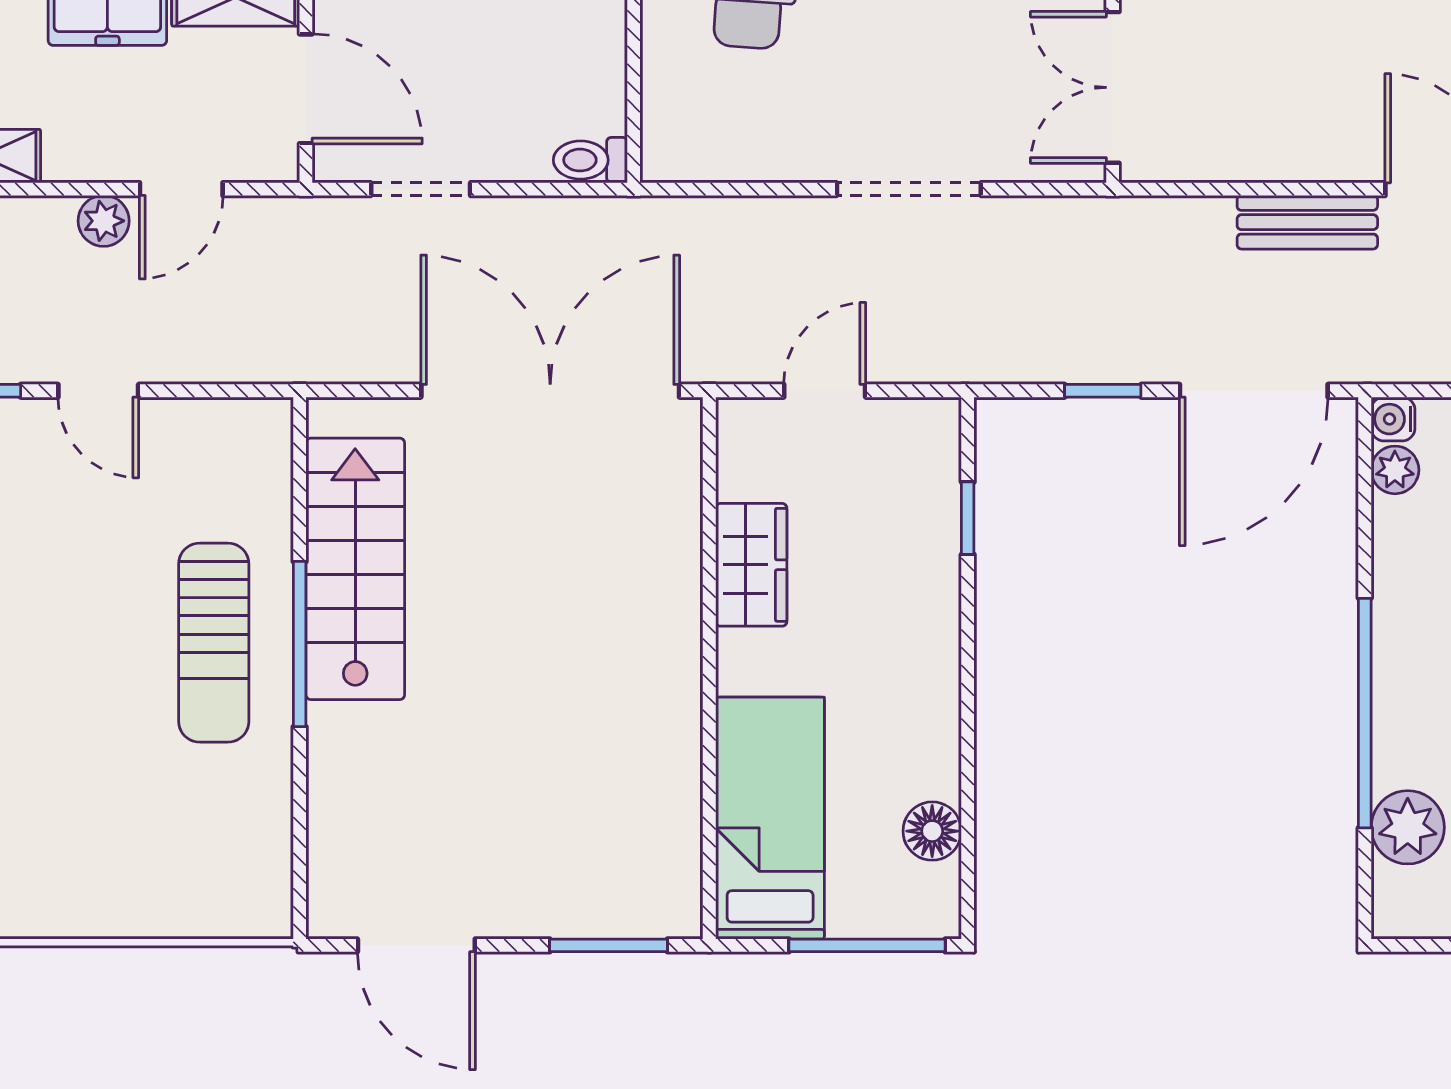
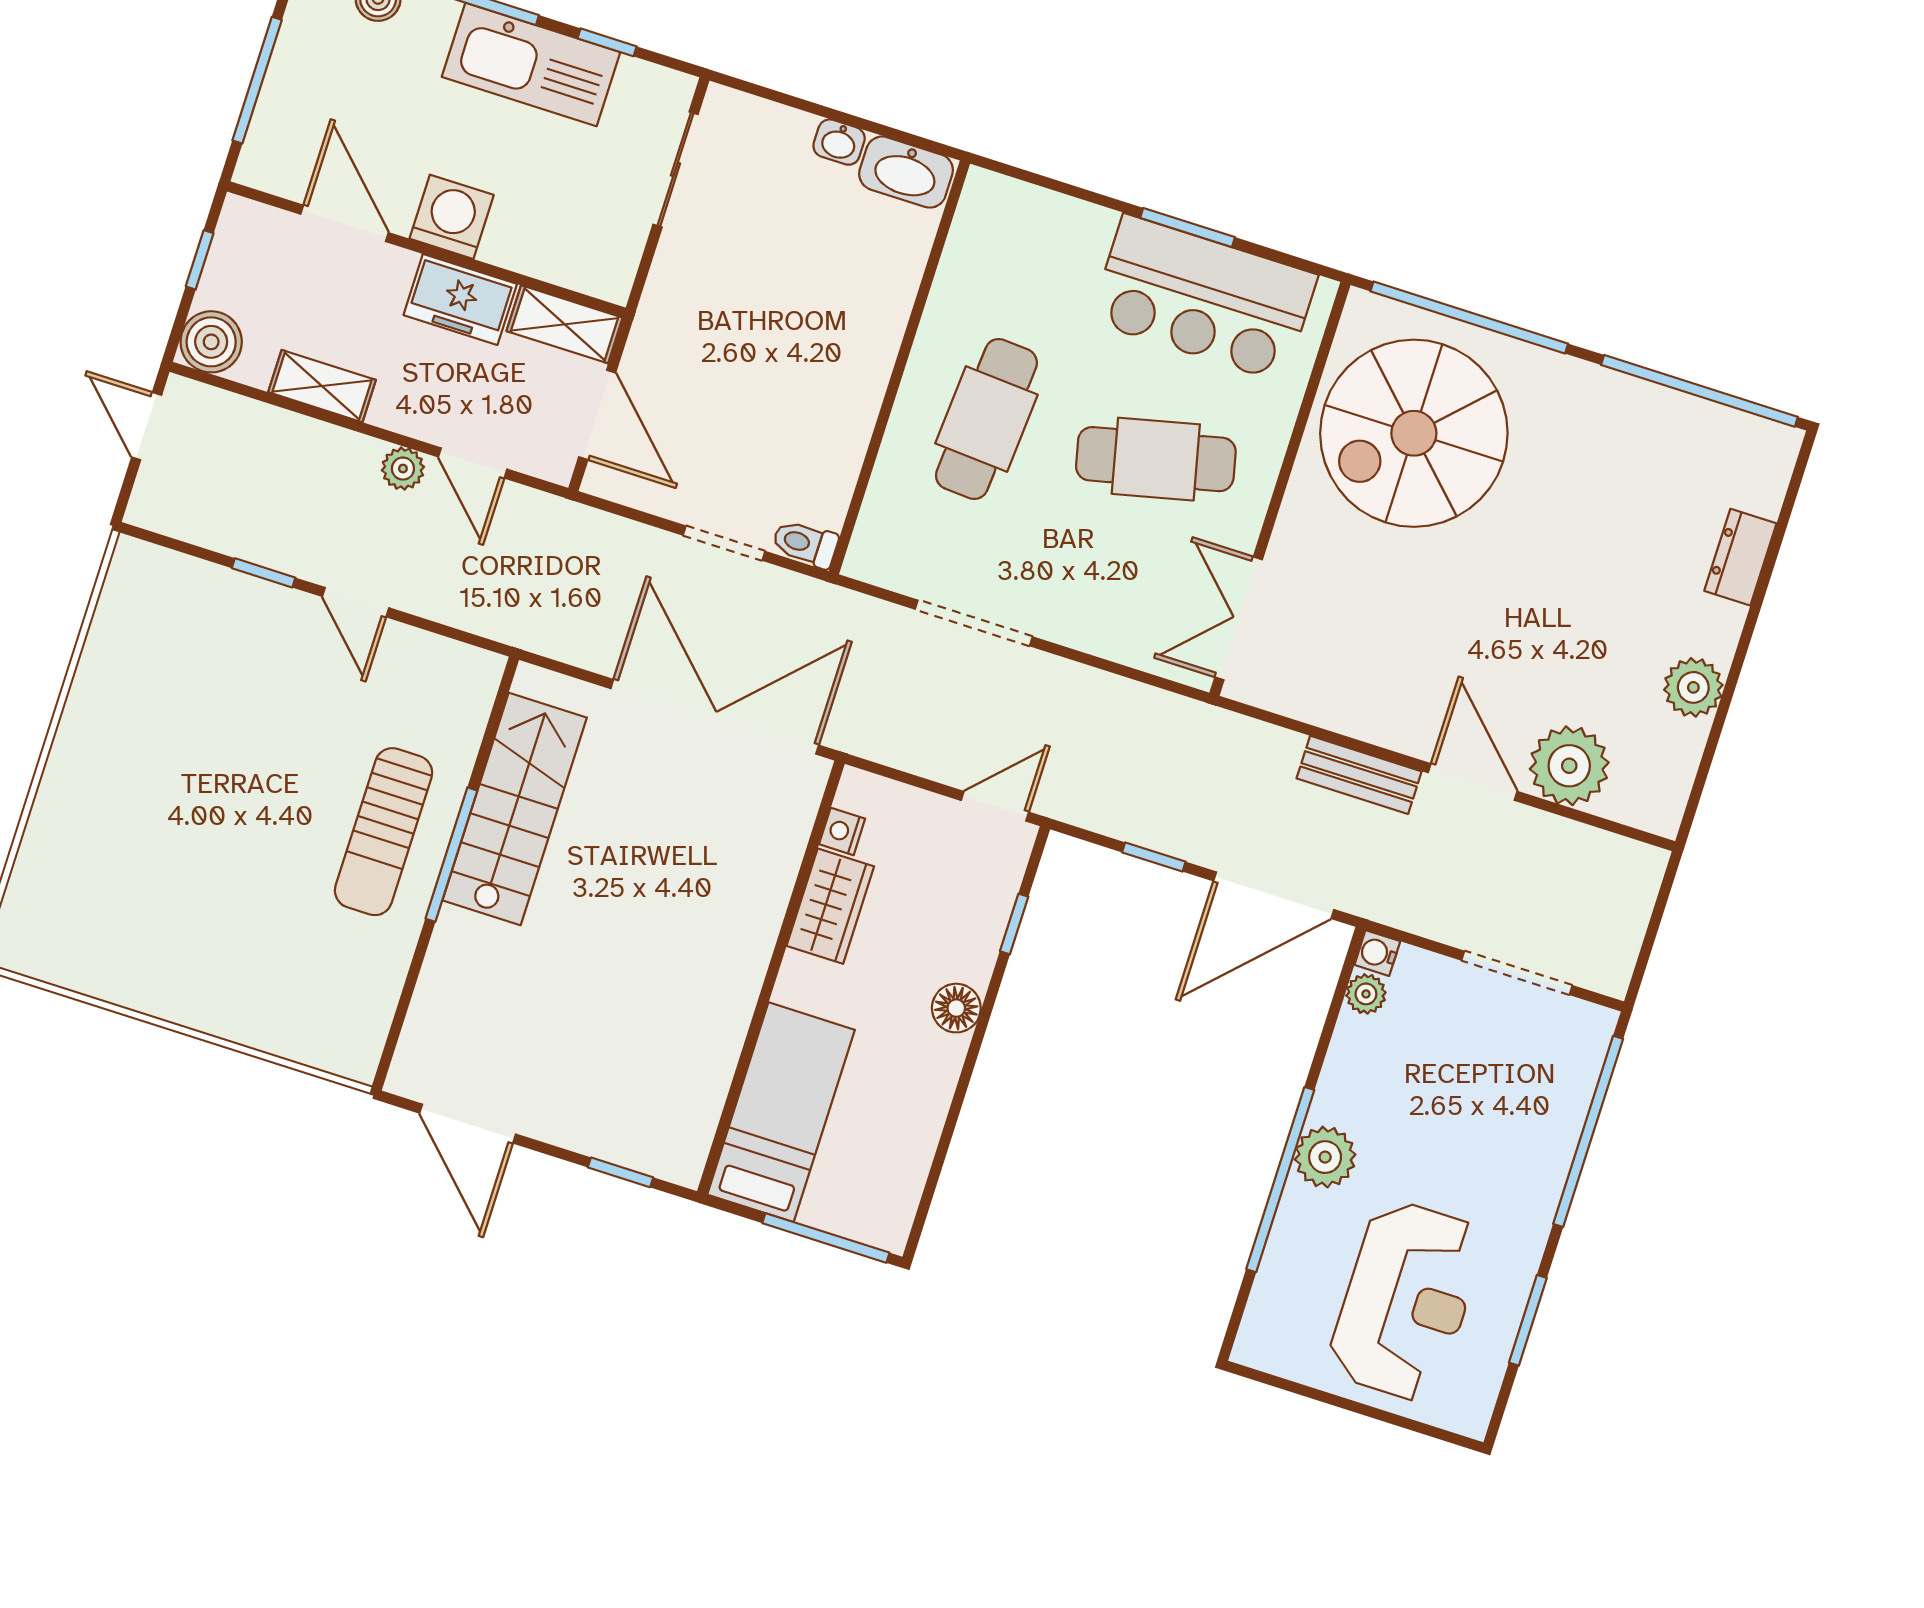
door: (181, 189) -> (473, 463), hinge flipped
doorway: (421, 189) -> (724, 543), moved
doorway: (909, 189) -> (974, 623), moved
door: (825, 391) -> (995, 806), moved
nightstand: (737, 475) -> (842, 831), added
plant: (1408, 827) -> (1325, 1157), moved
floor lamp: (932, 831) -> (956, 1008), moved
window: (609, 945) -> (620, 1172), width x0.67

